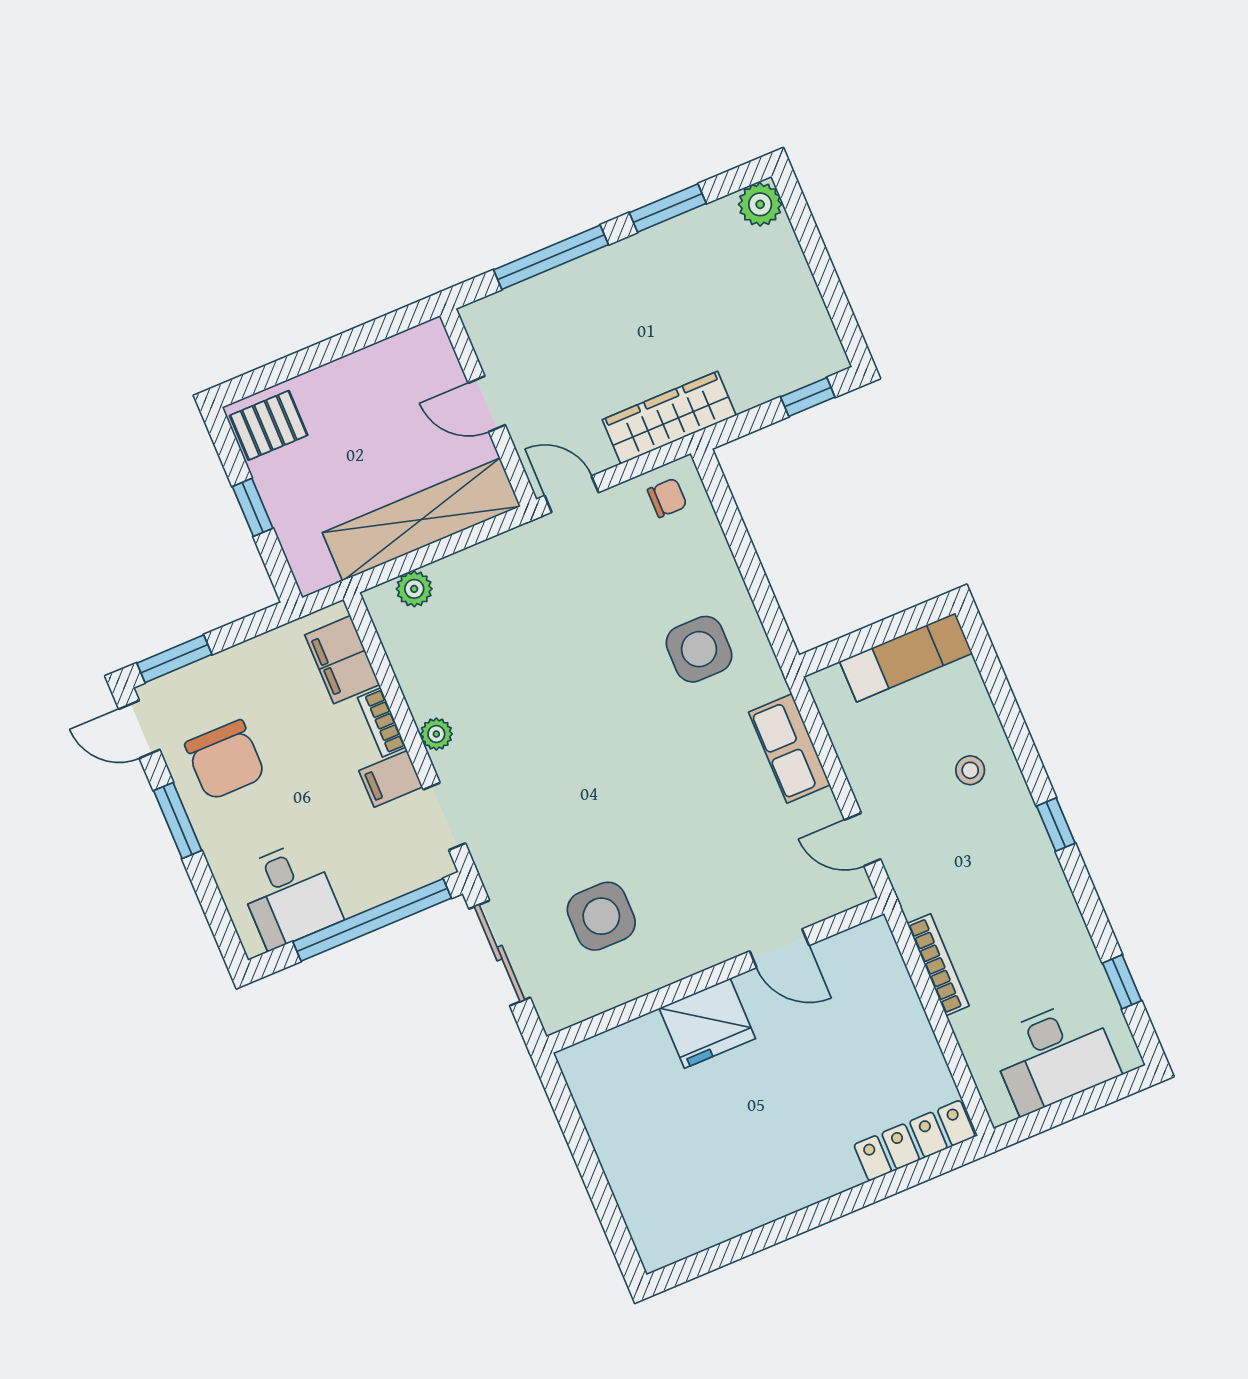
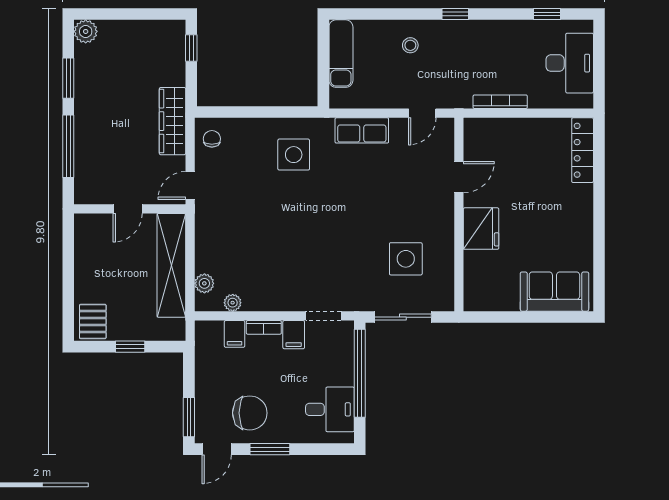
filing cabinet: (342, 660) -> (235, 334), width x0.50
plant: (436, 734) -> (233, 303), moved
sofa: (652, 1194) -> (554, 292), added

